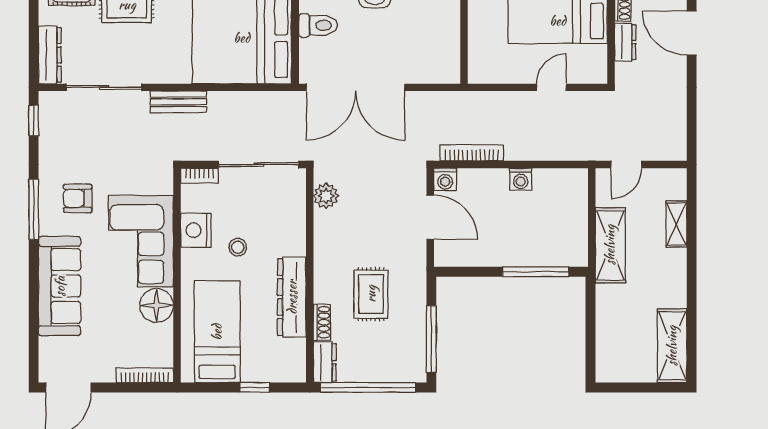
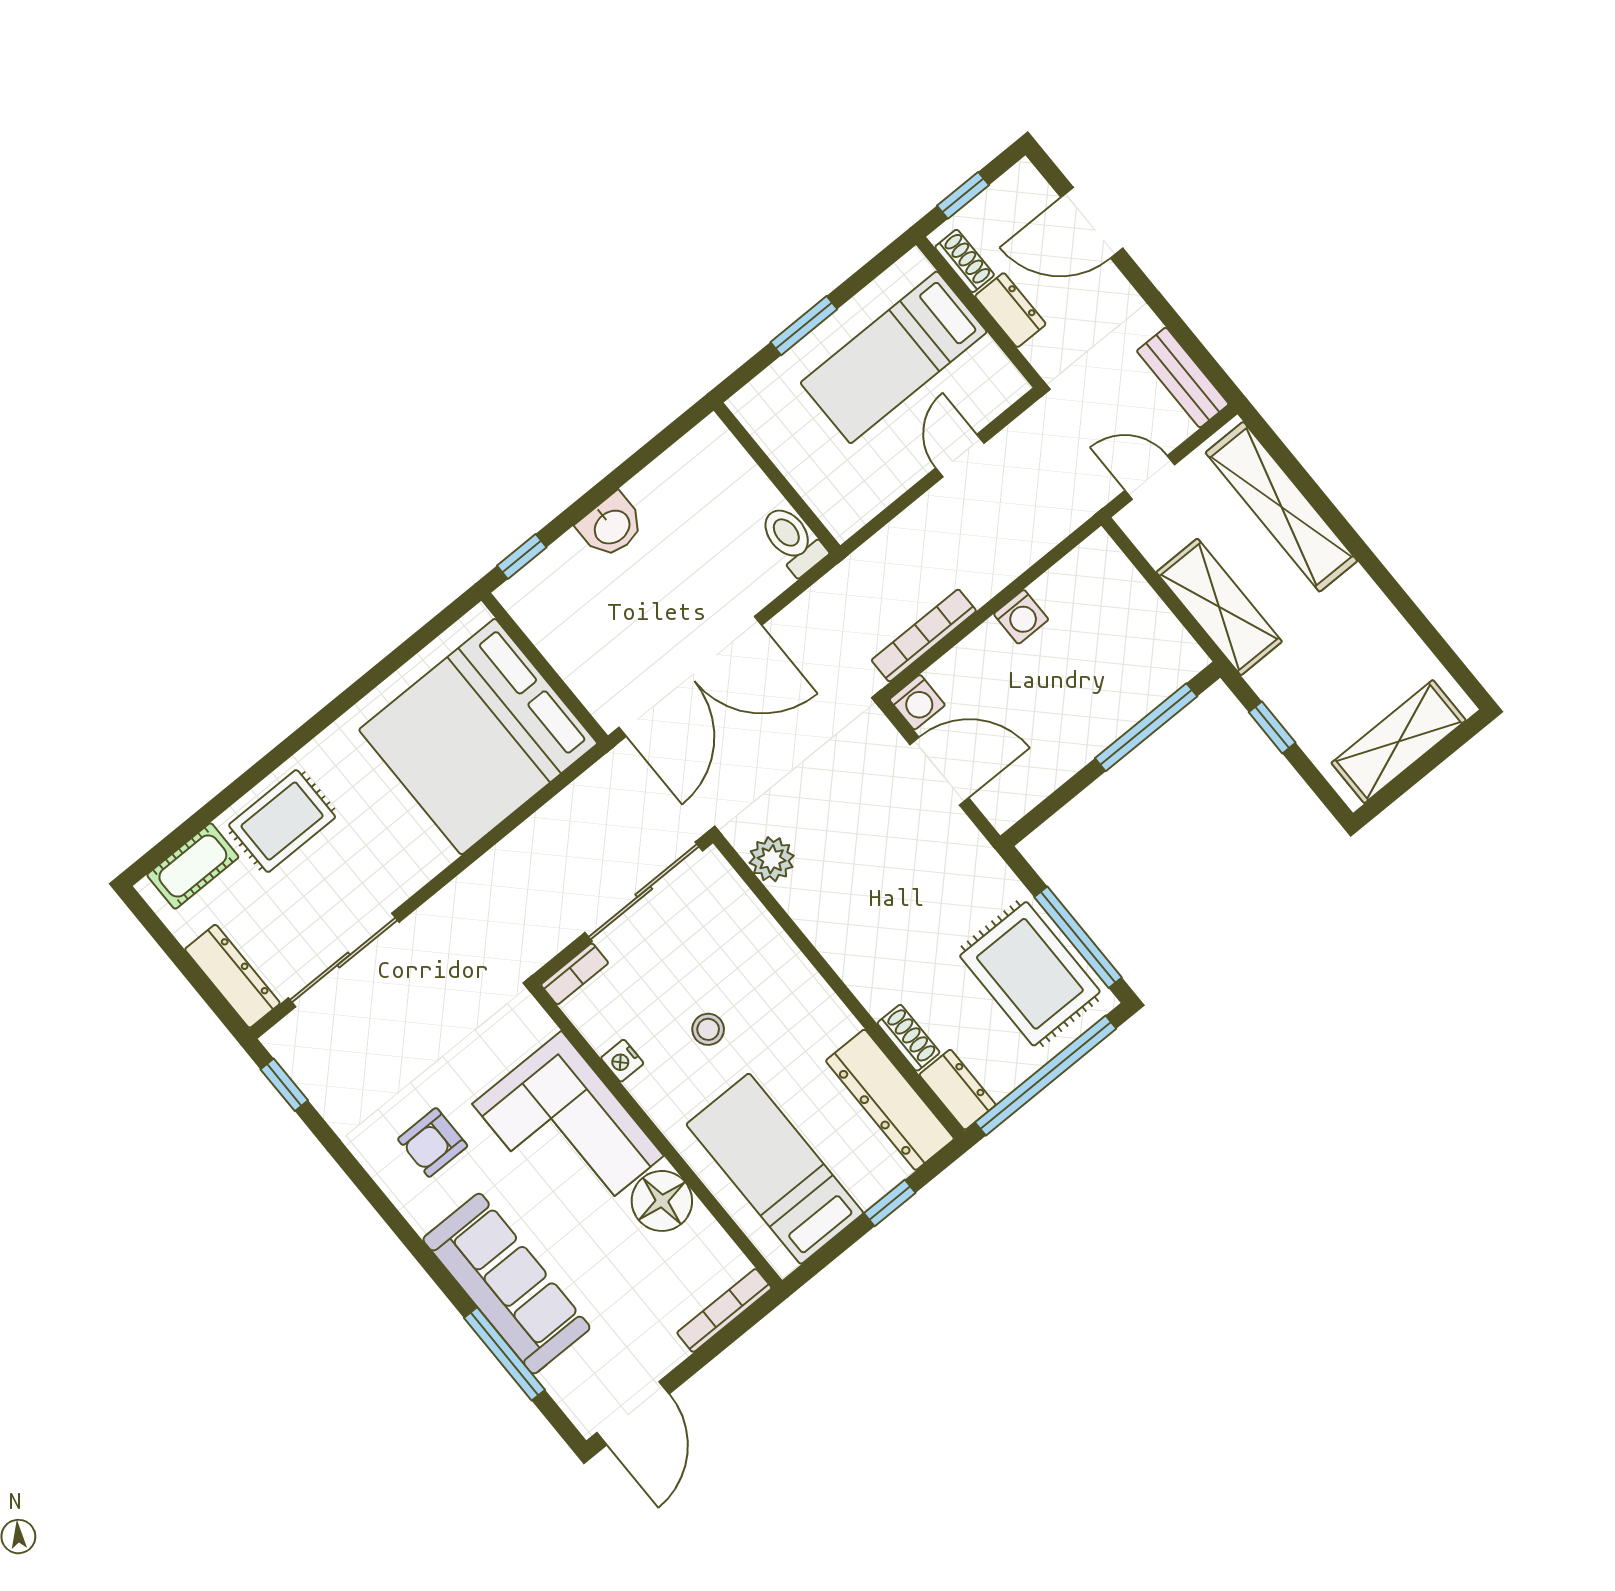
toilet: (318, 25) -> (792, 540), moved, turned -90
bench: (178, 102) -> (1183, 378), moved, turned 90
door: (626, 165) -> (1150, 478), swing flipped
window: (34, 209) -> (504, 1354), moved
shelving: (676, 224) -> (1281, 507), width x2.20, depth x1.33
nightstand: (196, 230) -> (622, 1061), width x0.53, depth x0.56
rug: (371, 294) -> (1030, 974), moved, width x1.36, depth x1.43
dresser: (292, 297) -> (890, 1100), moved
window: (590, 317) -> (1272, 727), added
shelving: (672, 346) -> (1399, 742), moved, turned 90

